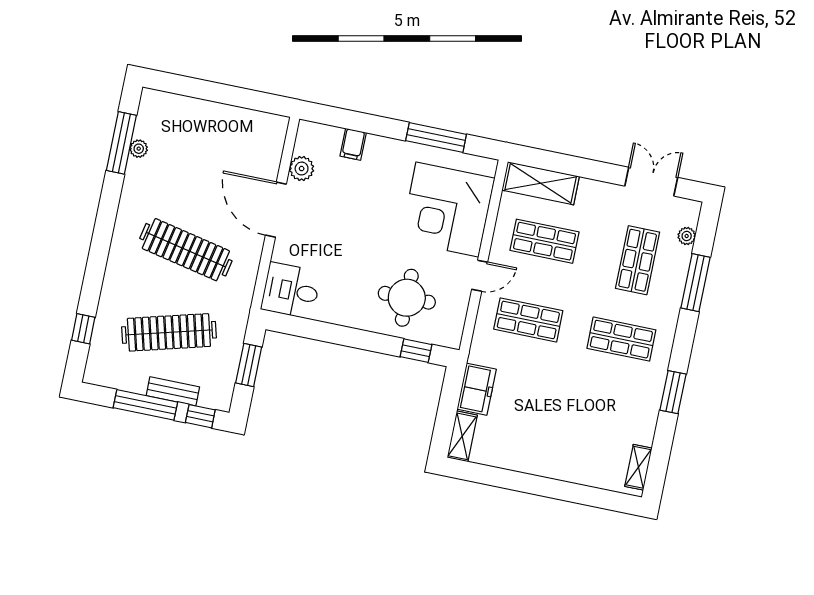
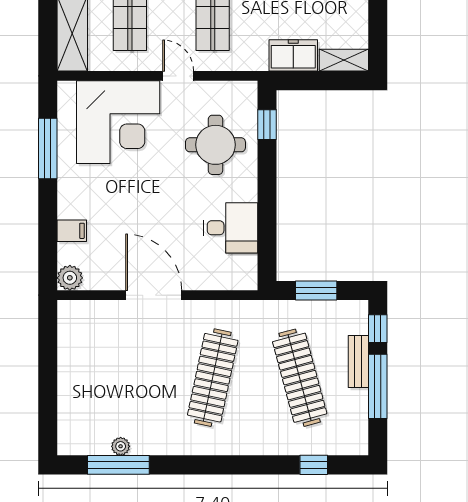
plant: (302, 169) -> (70, 278), moved
door: (276, 210) -> (154, 295), swing flipped
desk: (291, 291) -> (230, 228), moved, turned -90

